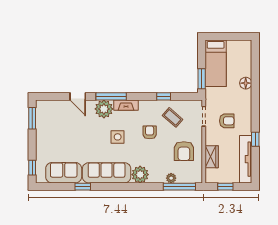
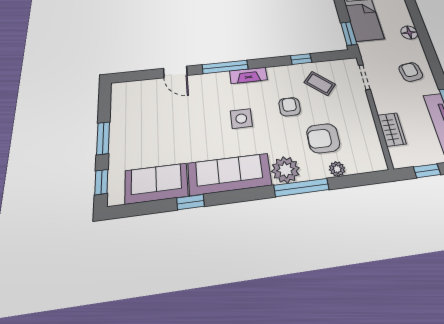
plant: (104, 109) -> (216, 84), removed
window: (32, 118) -> (103, 138), moved
armchair: (227, 121) -> (411, 72), moved, turned -99
armchair: (184, 151) -> (323, 138), moved, turned 90
window: (179, 187) -> (301, 187), moved

